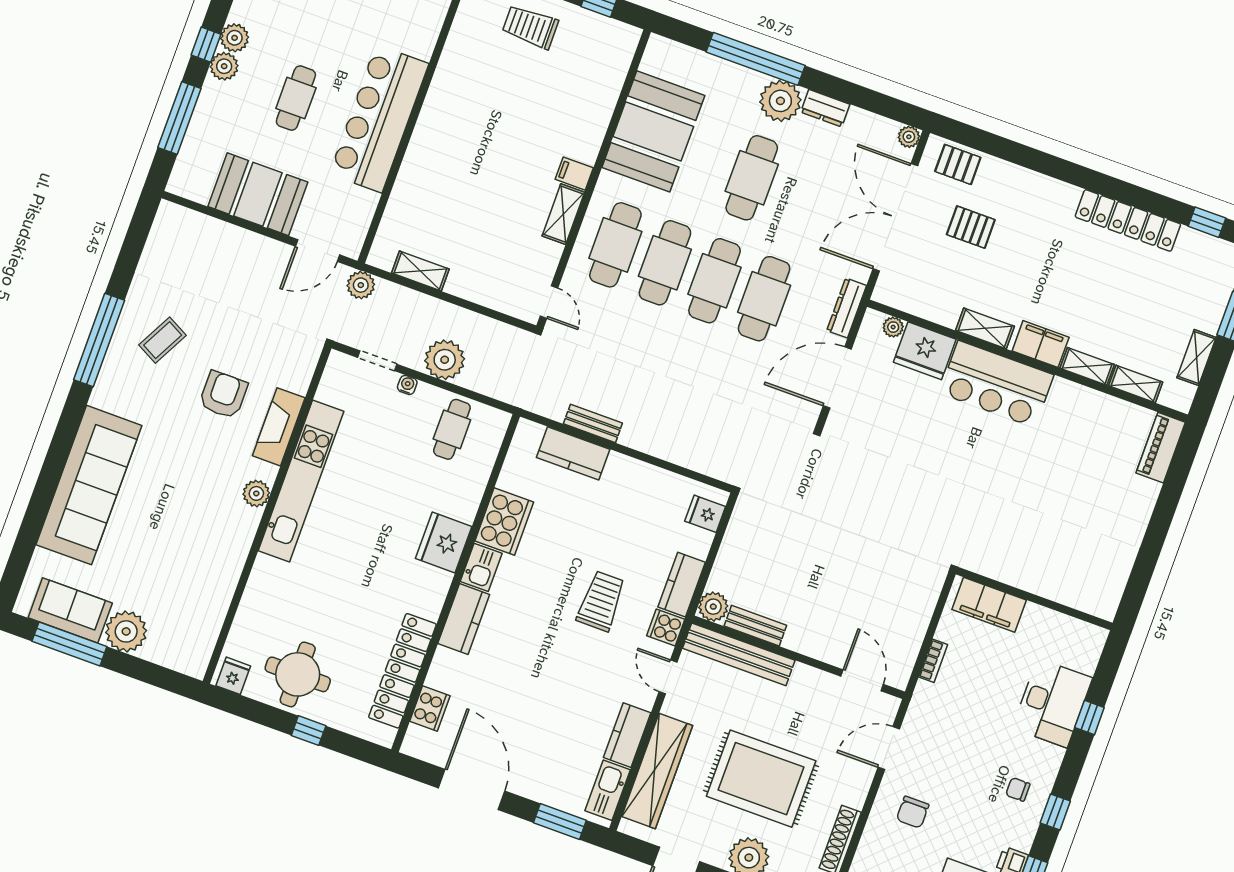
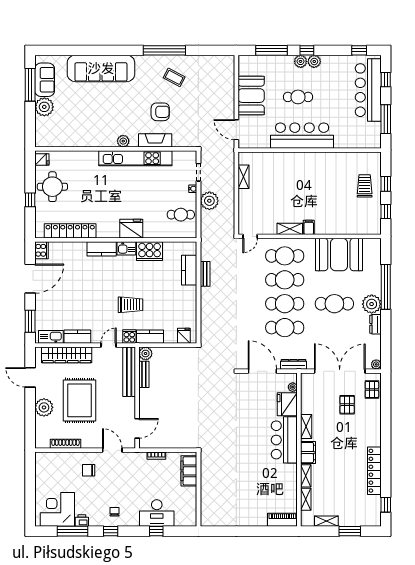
plant: (361, 285) -> (228, 153), removed
cooker: (430, 709) -> (42, 250), moved, turned -90

